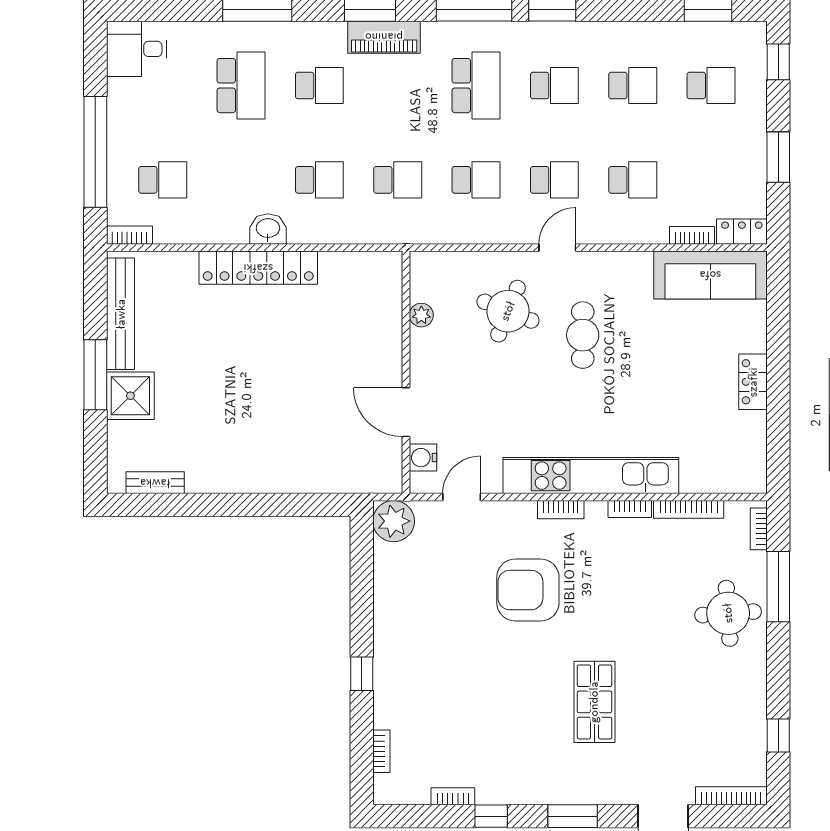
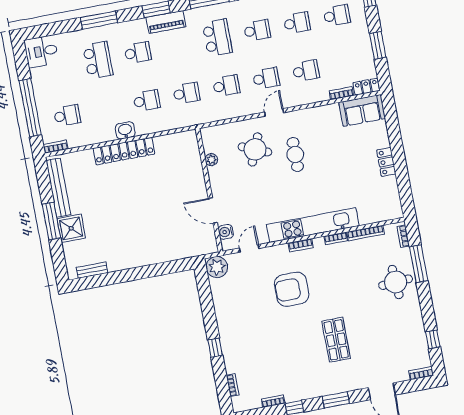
sofa: (710, 275) -> (362, 110), width x0.73
bookcase: (731, 796) -> (421, 373), width x0.64

